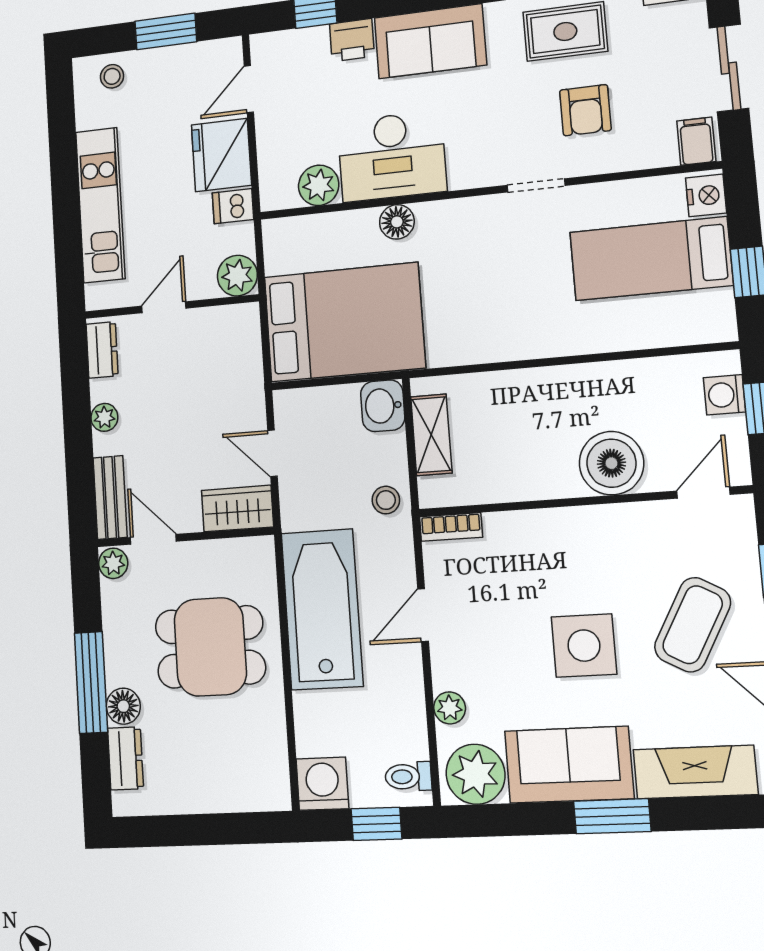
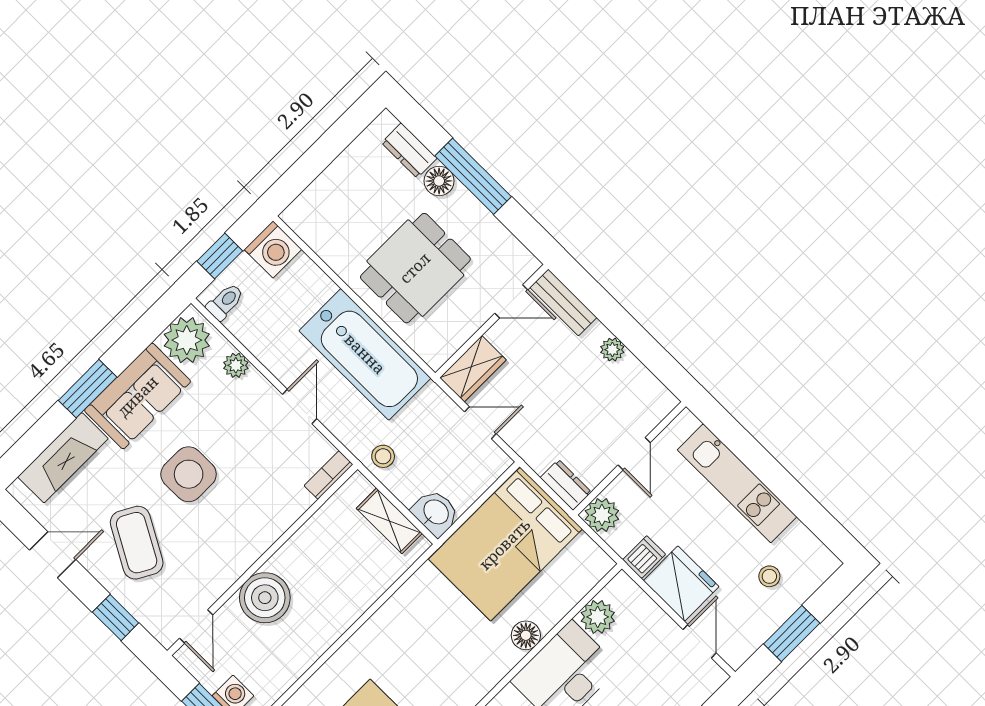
stool: (112, 76) -> (769, 576), moved
dresser: (102, 350) -> (566, 485), moved, turned 180
plant: (113, 563) -> (524, 263), removed

